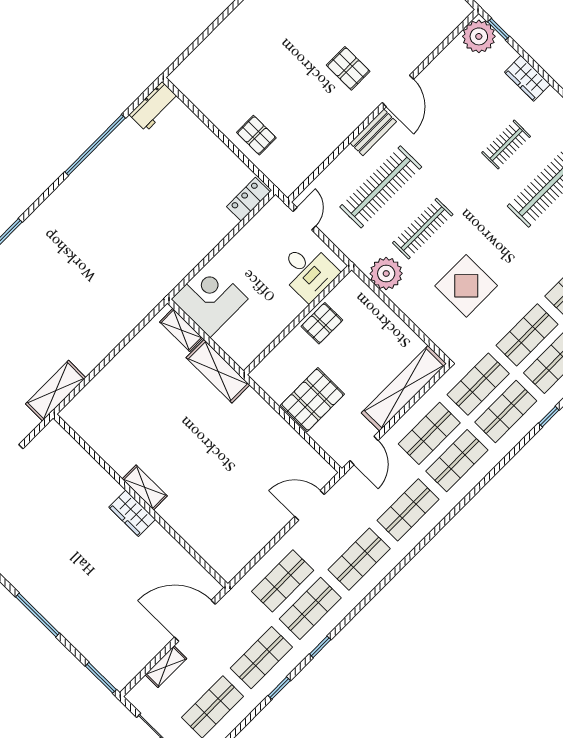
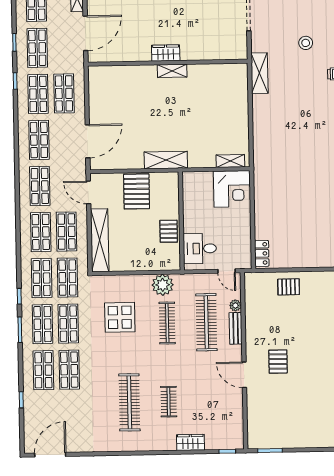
plant: (479, 36) -> (235, 305), moved, width x0.53, depth x0.53
pallet: (348, 68) -> (278, 362), turned 90
bench: (373, 132) -> (236, 328), moved
shelving: (218, 371) -> (166, 160), moved
door: (310, 505) -> (88, 141), width x1.36

